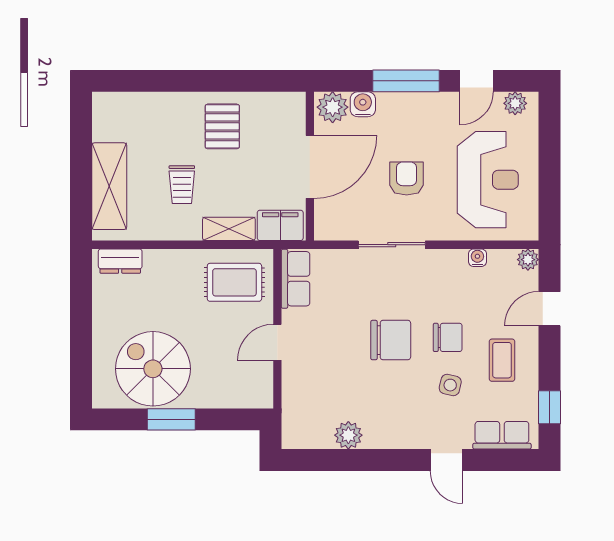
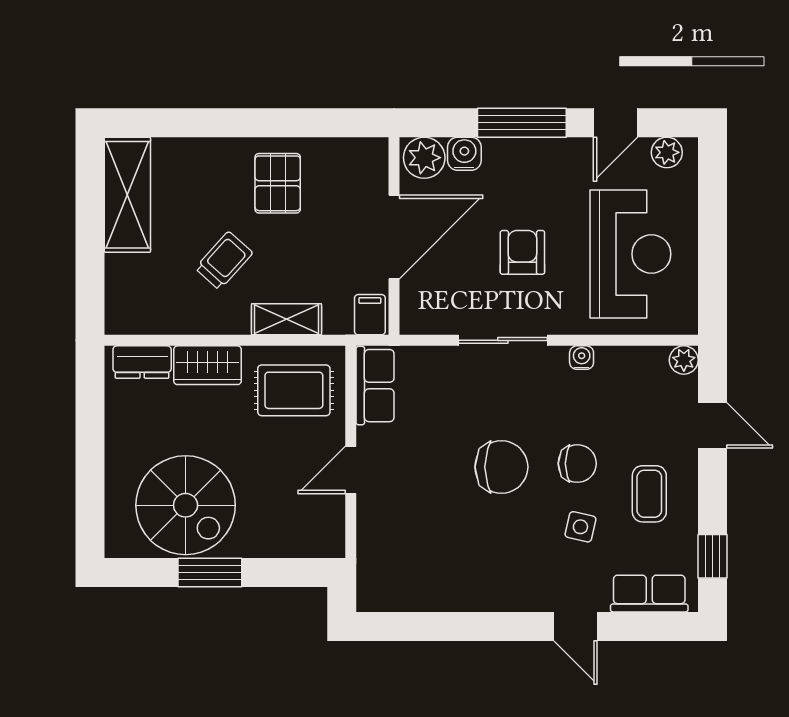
trolley: (182, 185) -> (224, 261), turned -138
shelving: (109, 186) -> (127, 195), moved
filing cabinet: (280, 225) -> (370, 315), width x0.50
water cooler: (477, 258) -> (582, 358), moved
wardrobe: (169, 263) -> (207, 365), added
door: (550, 309) -> (712, 425), swing flipped
spiral stairs: (153, 369) -> (186, 505), turned 180
plant: (348, 435) -> (445, 593), removed

